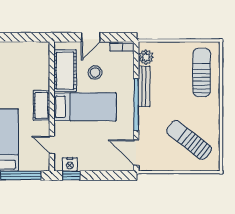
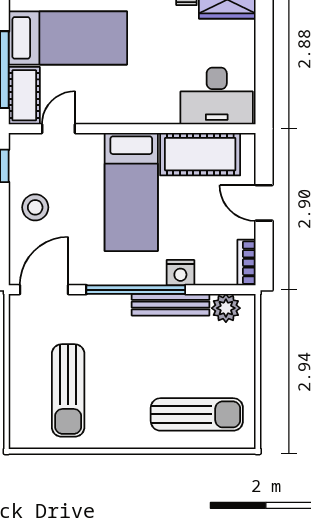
desk: (35, 62) -> (217, 96), added
stool: (95, 72) -> (35, 207), moved
cot: (41, 105) -> (24, 95), moved, turned 90
sun lounger: (189, 140) -> (68, 390), turned 142
nightstand: (70, 164) -> (180, 273), moved, turned -90

